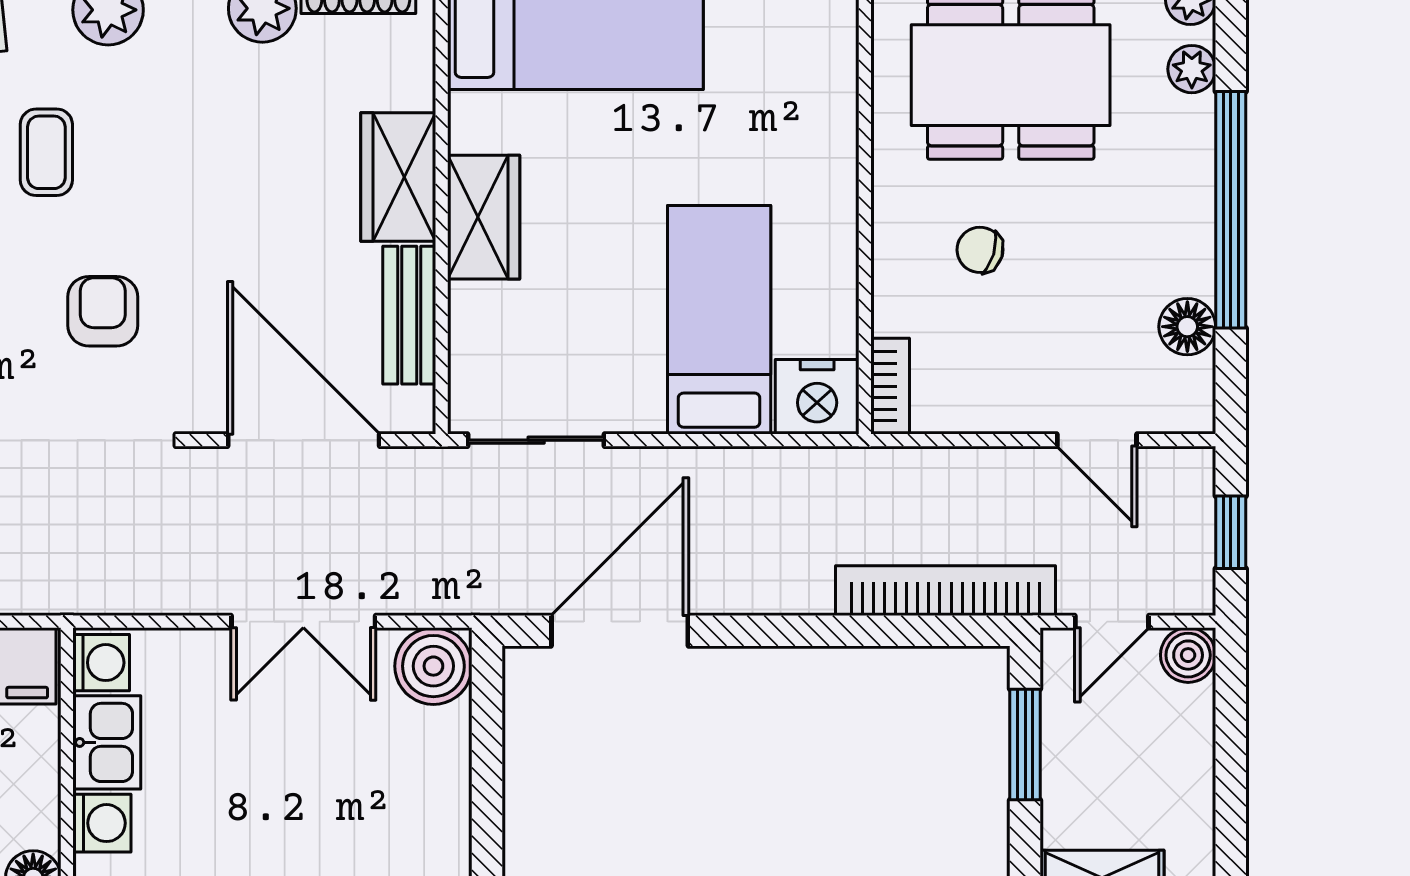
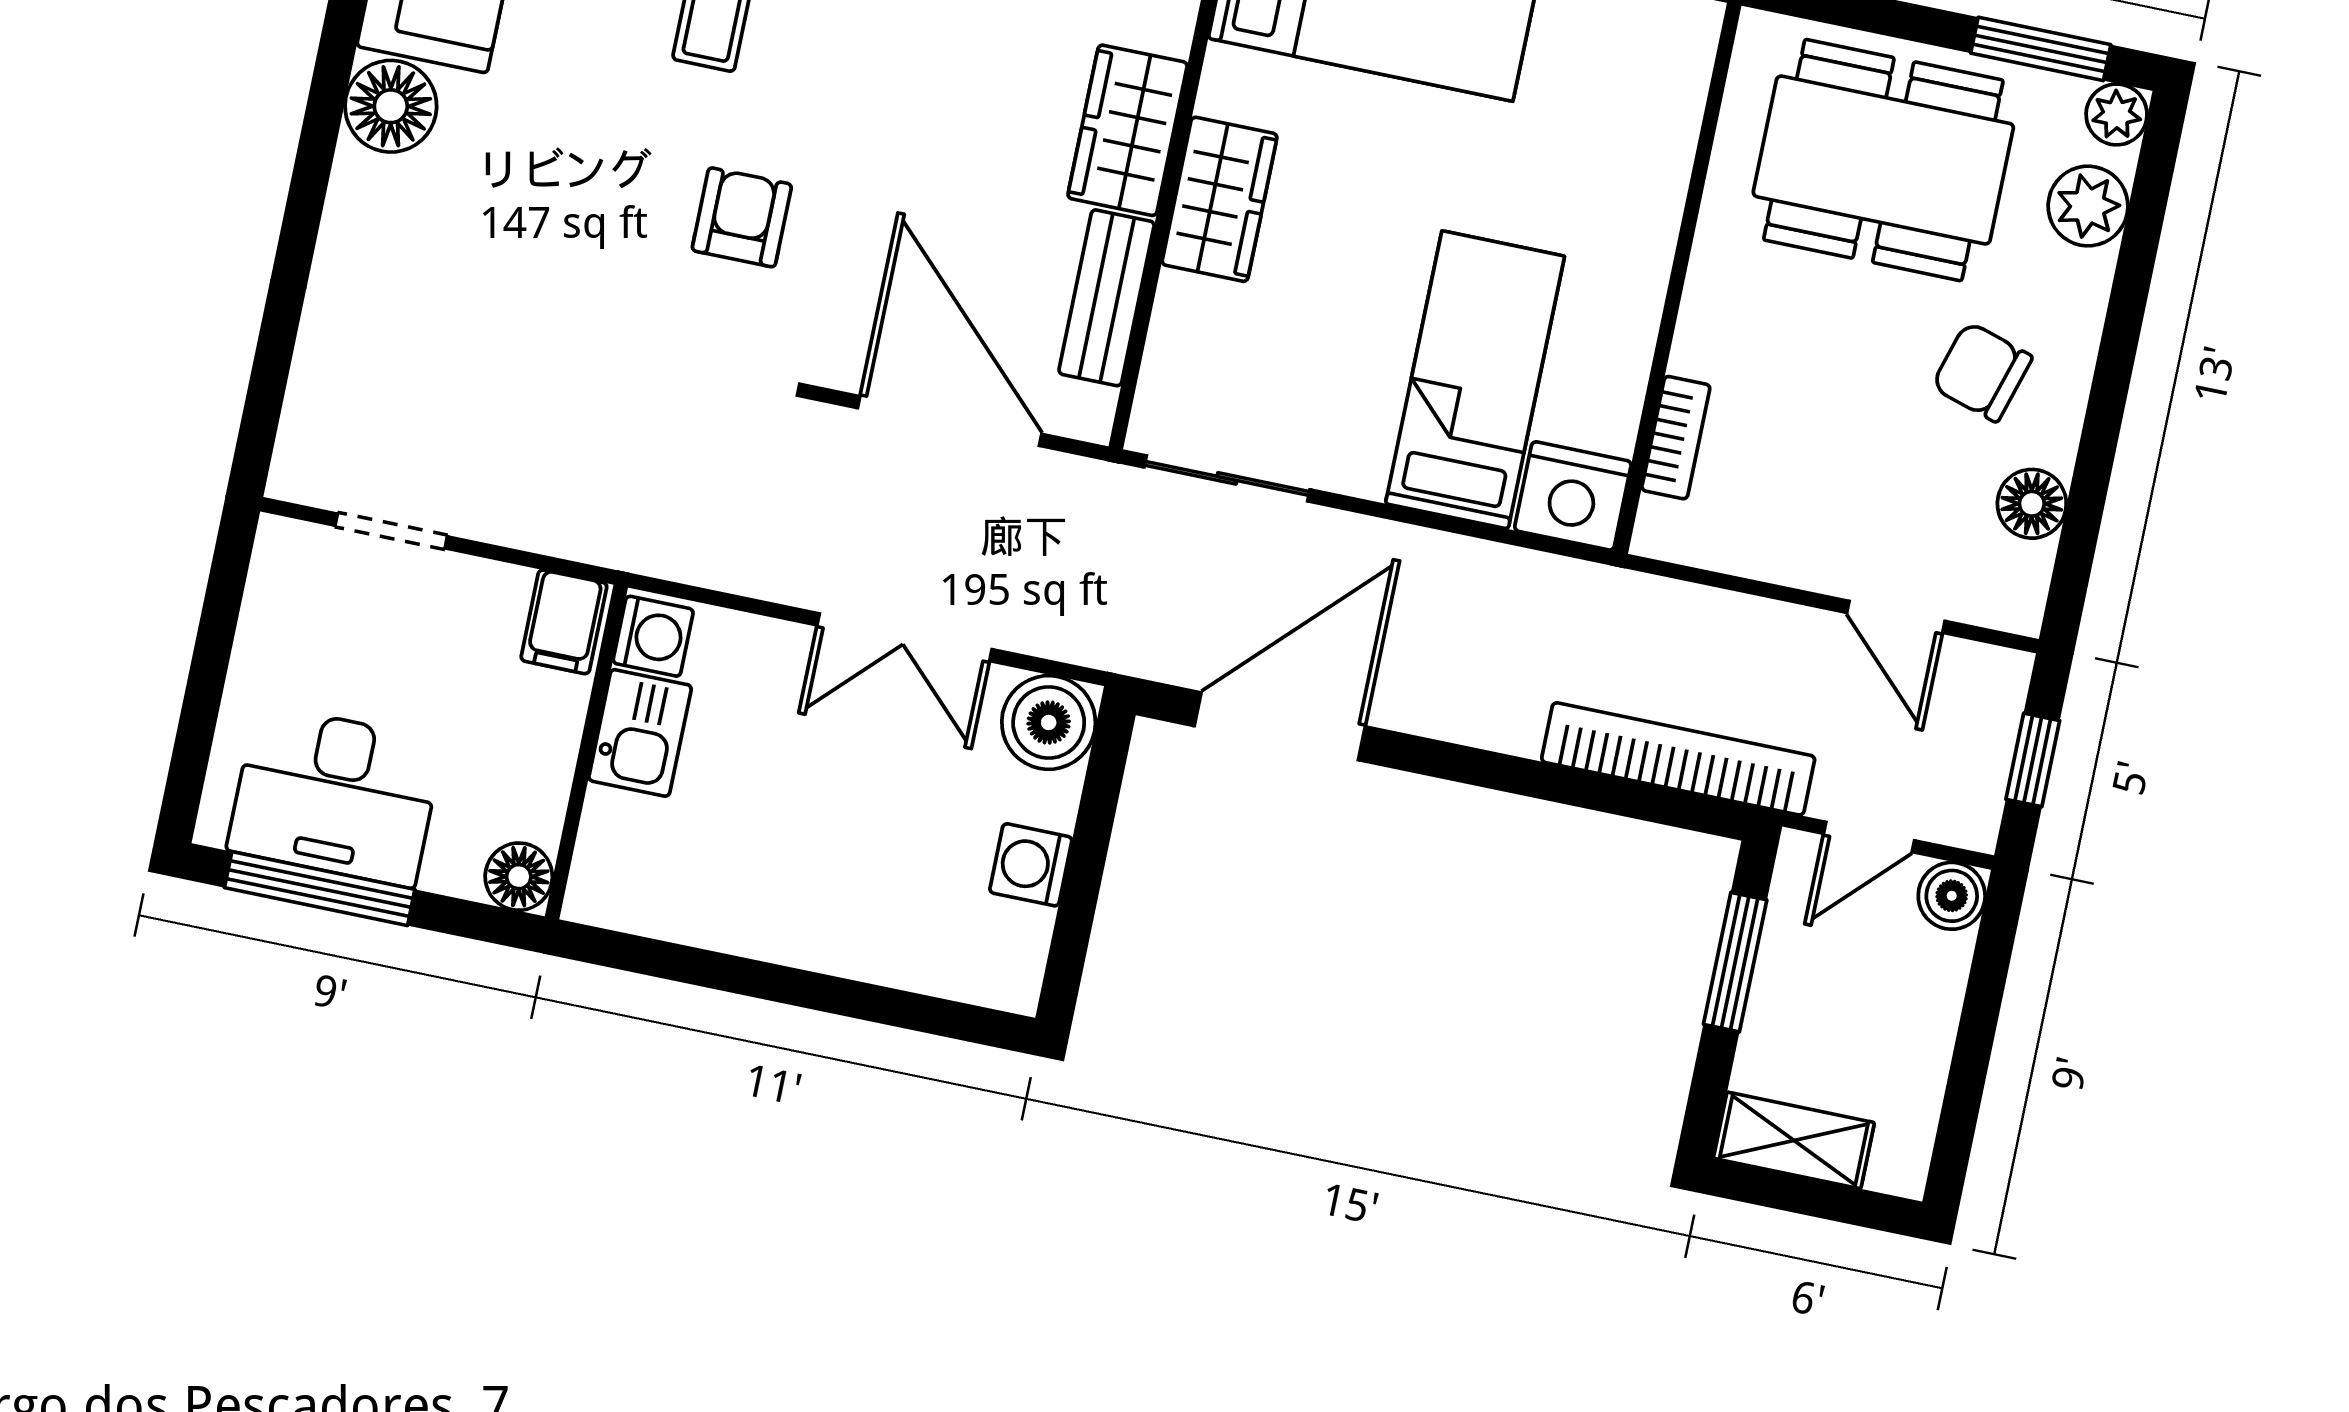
plant: (1192, 69) -> (2088, 206), width x1.38, depth x1.38
window: (1231, 210) -> (2112, 375), removed
chair: (980, 250) -> (1982, 372), moved, width x1.37, depth x1.37
bookcase: (890, 386) -> (1676, 438), moved
washing machine: (102, 823) -> (1031, 865), moved, turned 180

